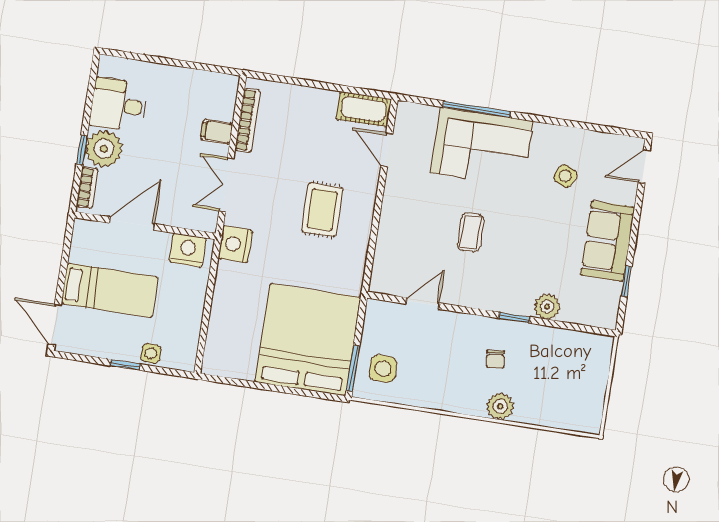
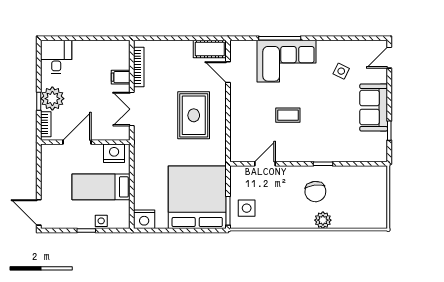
desk: (119, 105) -> (56, 57), moved, turned 90
rug: (322, 210) -> (194, 115), width x1.36, depth x1.43
coffee table: (471, 232) -> (288, 115), turned 90
nightstand: (235, 244) -> (144, 219), moved, turned -90
bed: (110, 290) -> (101, 187), moved, turned 180
plant: (547, 307) -> (342, 154), removed
chair: (495, 359) -> (315, 192), width x1.87, depth x1.87

